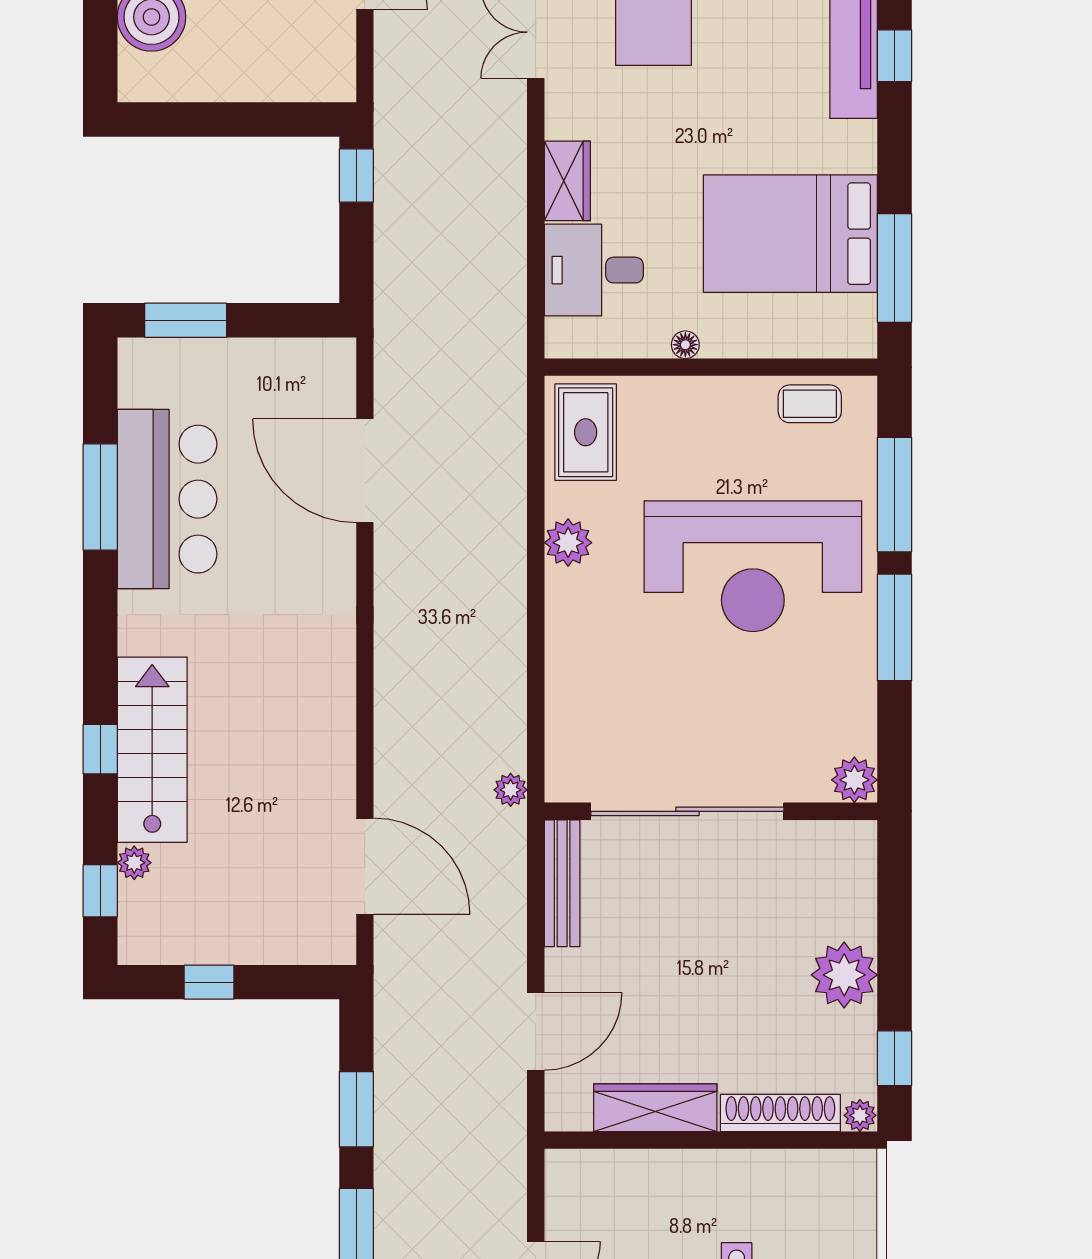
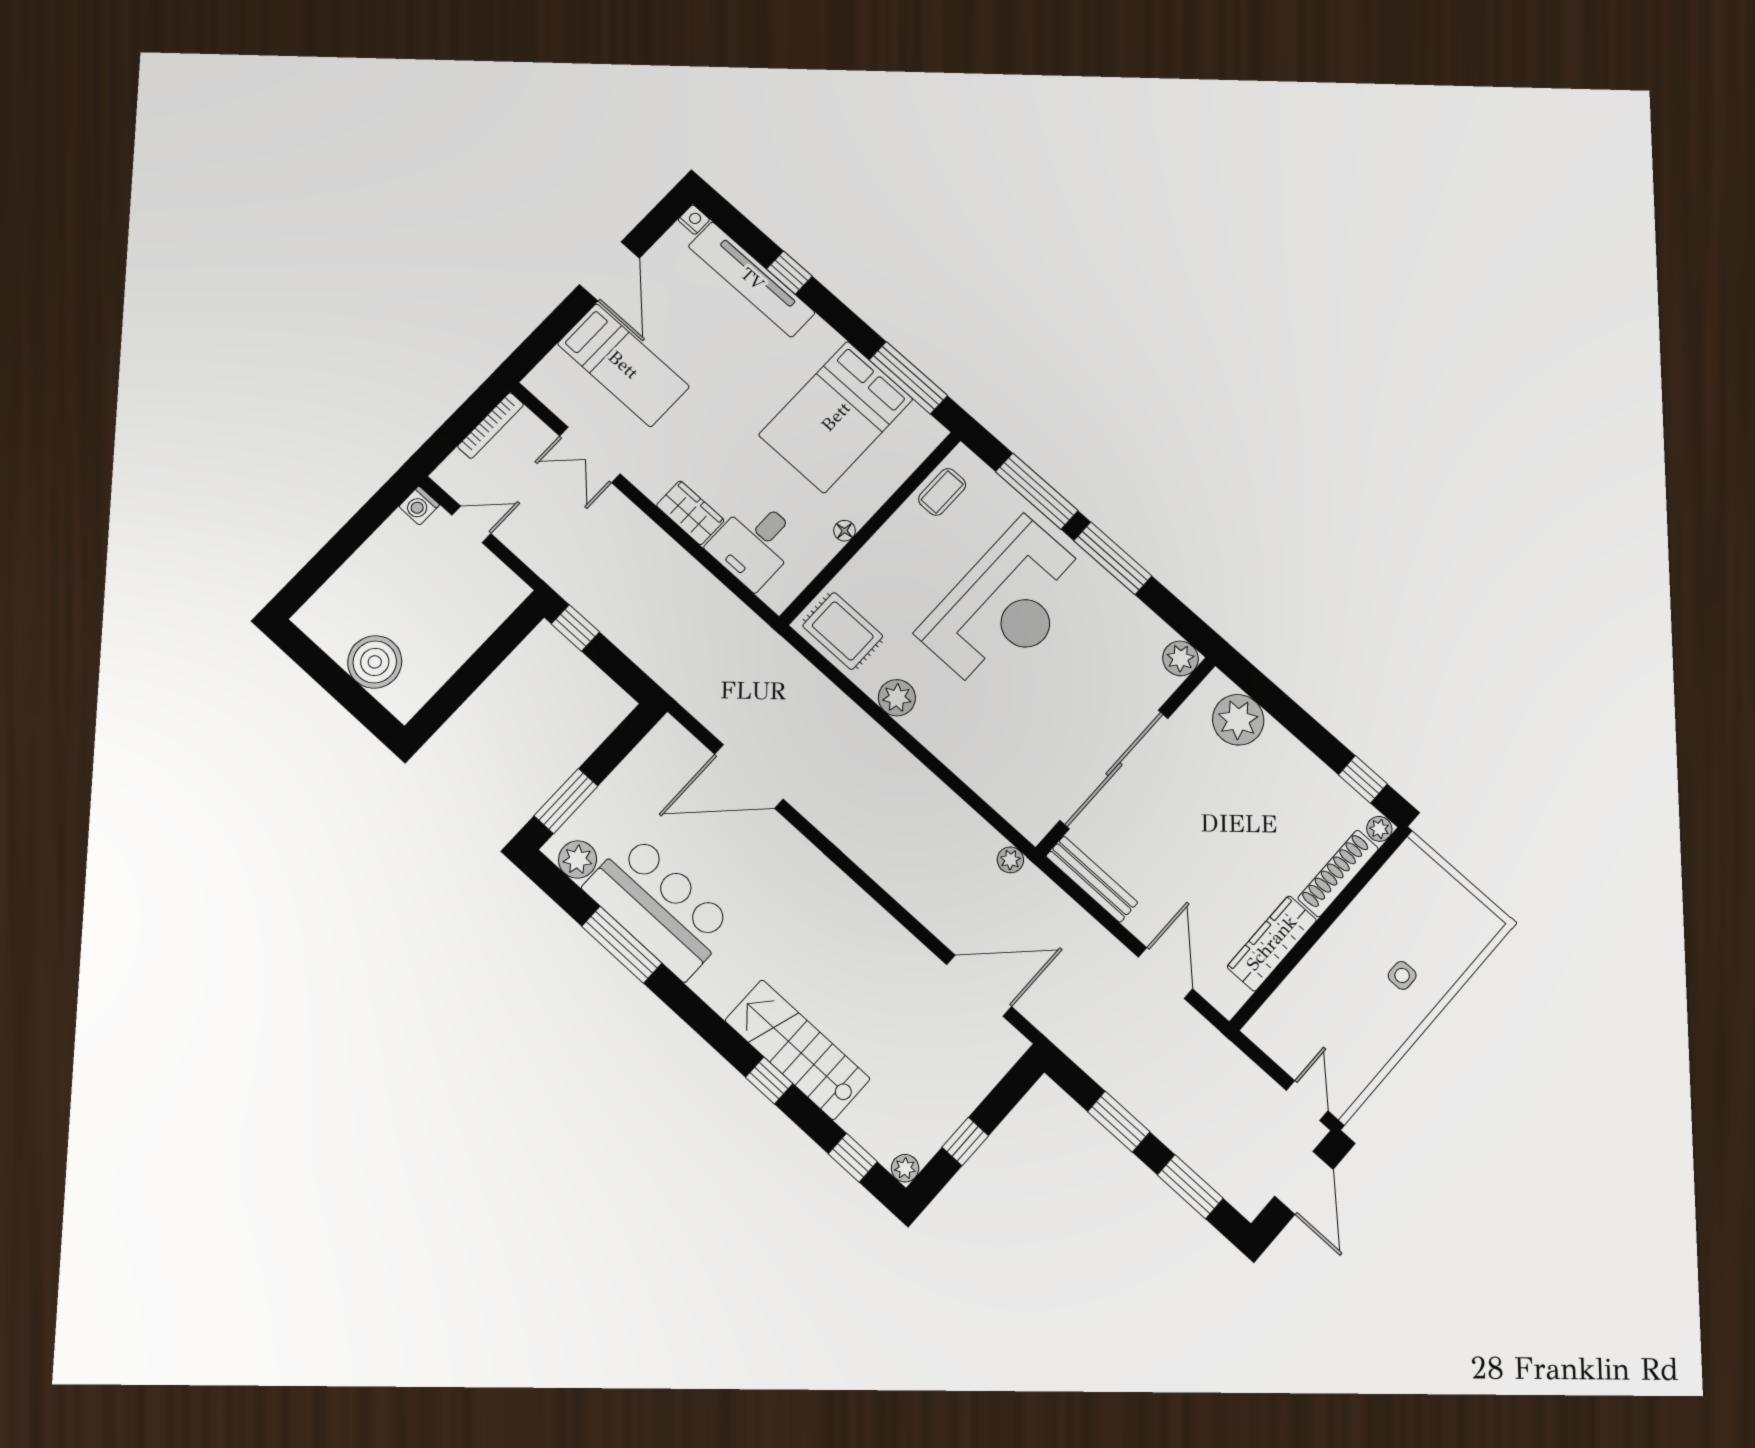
plant: (141, 382) -> (578, 859), added
plant: (134, 863) -> (905, 1168), moved
plant: (844, 975) -> (1238, 720), moved

